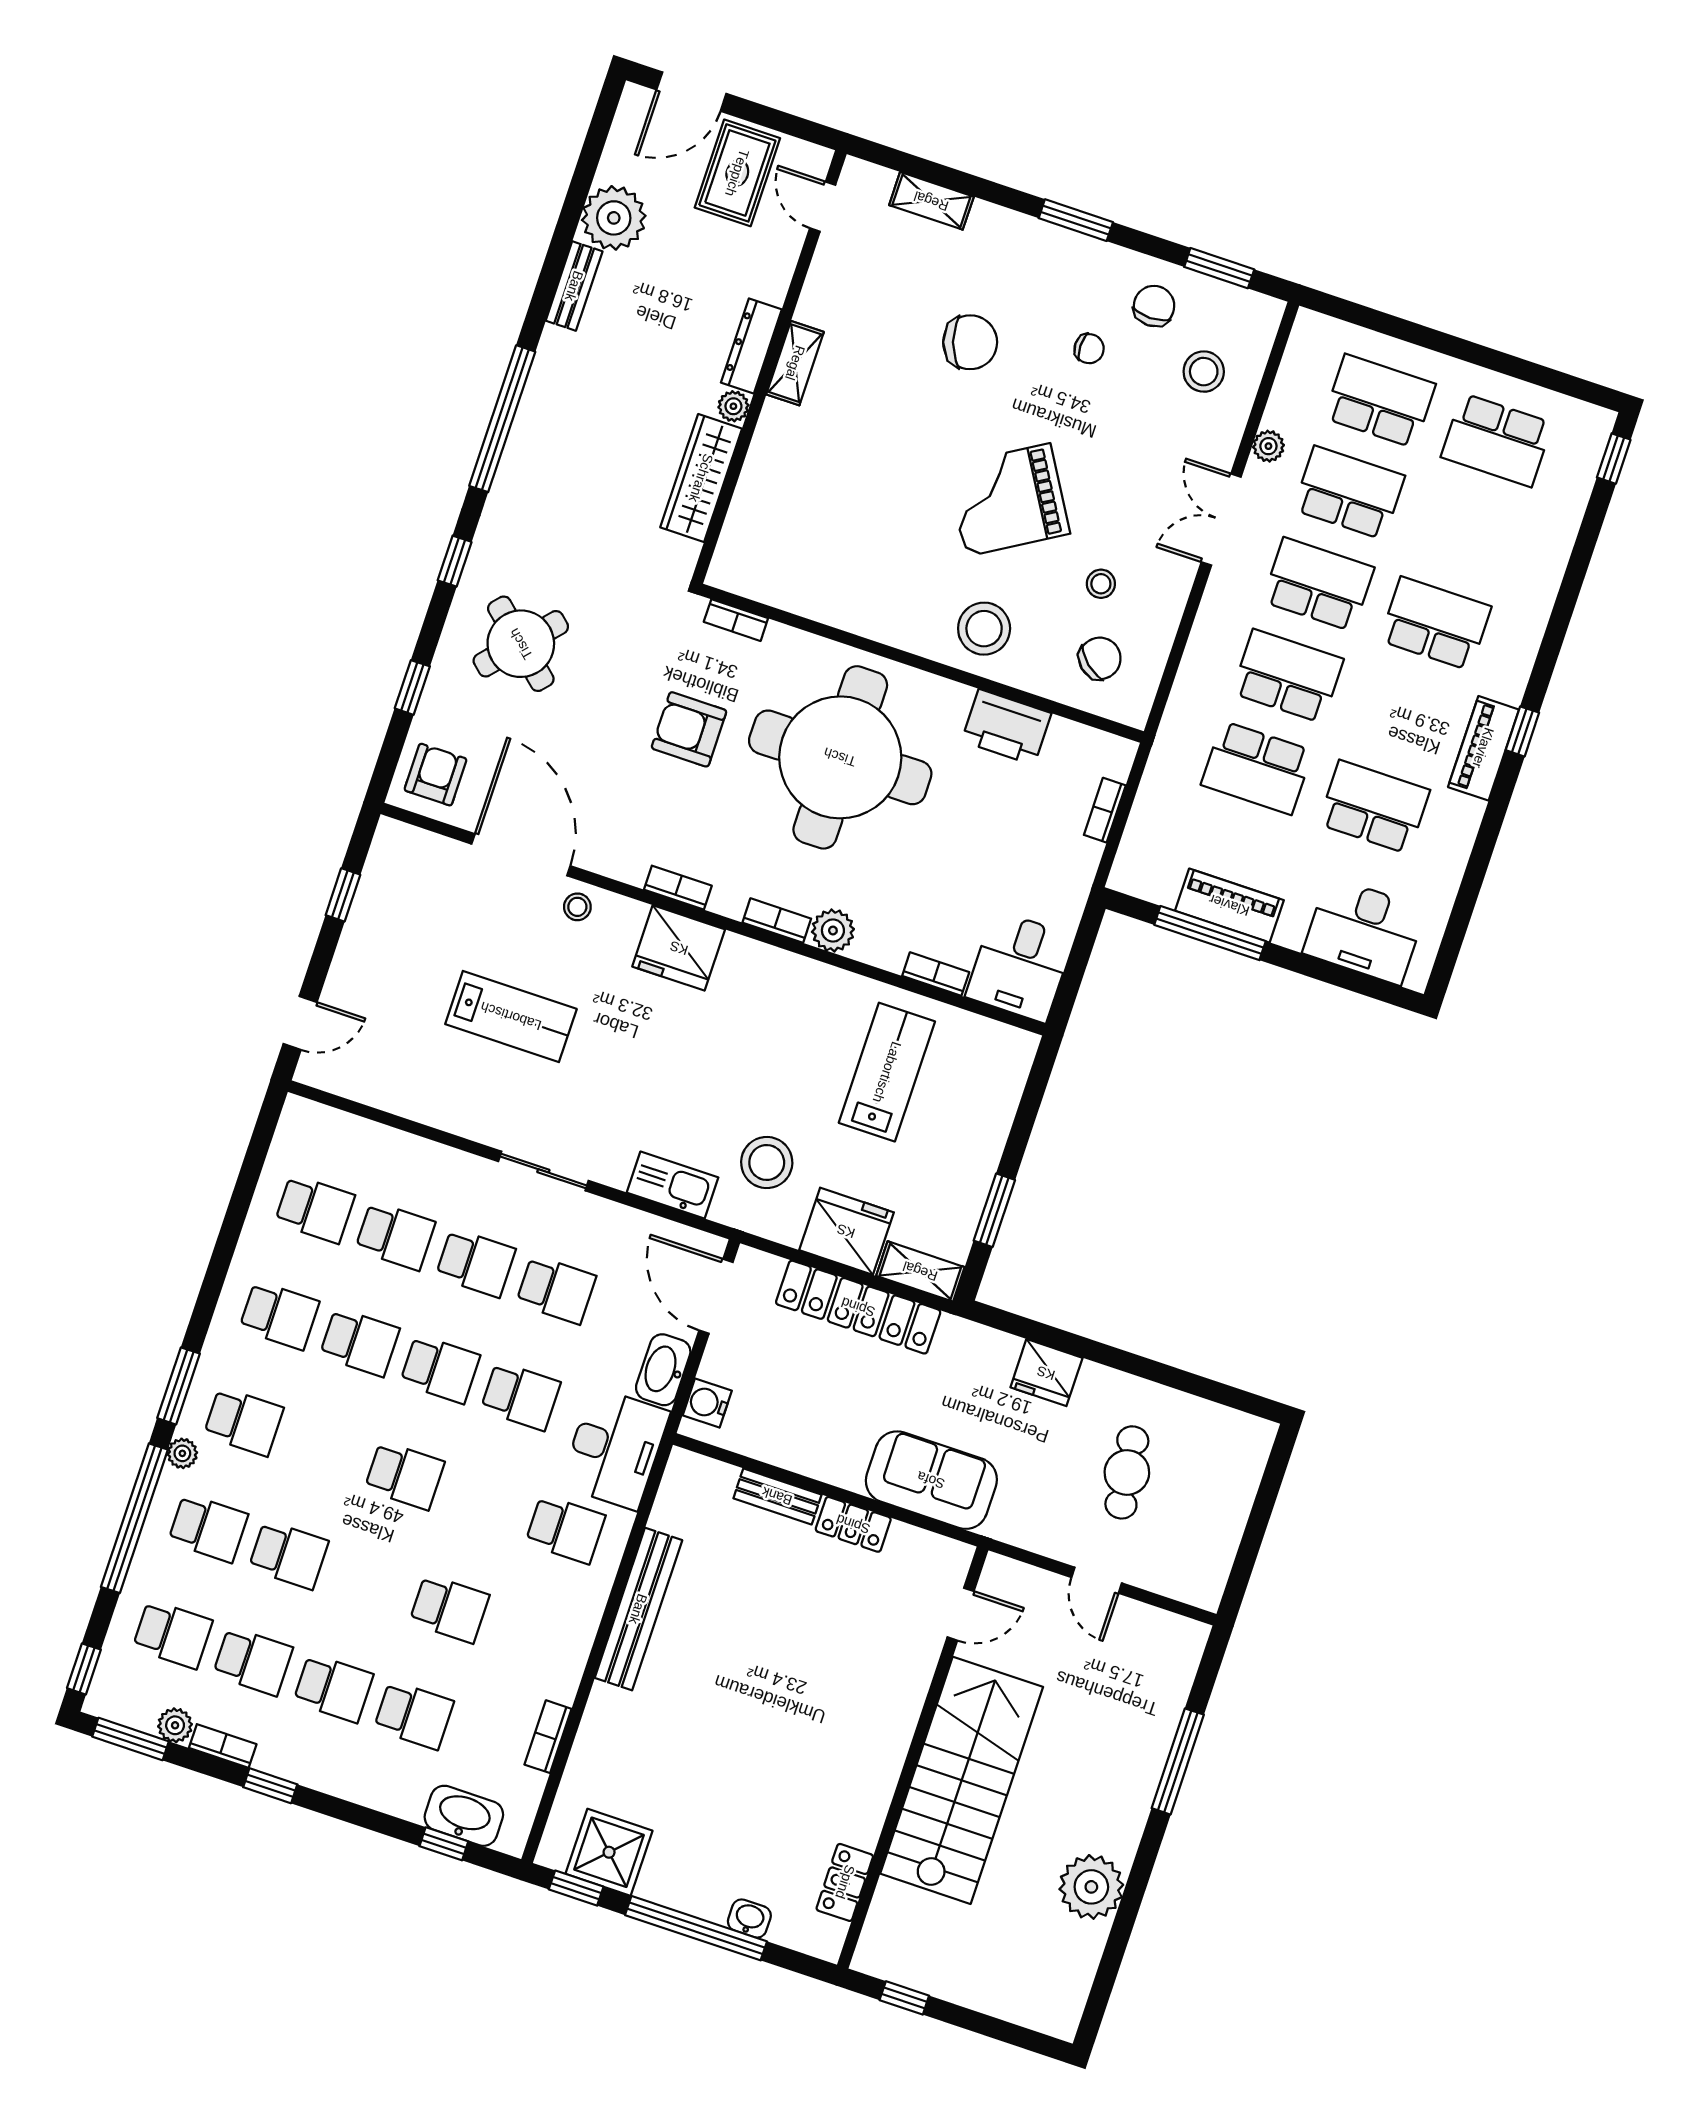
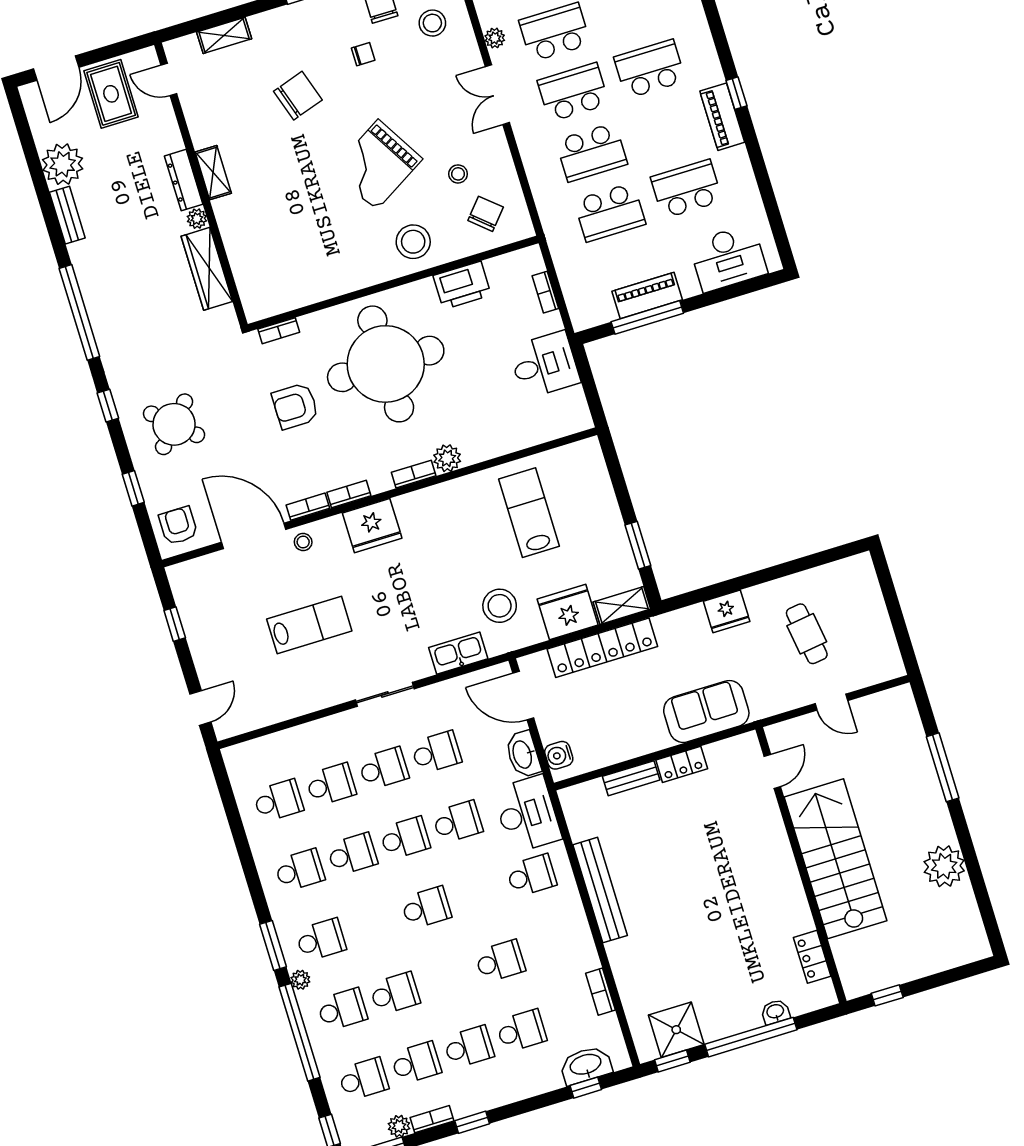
school desk: (1288, 676) -> (591, 152), turned 180
desk: (1020, 966) -> (544, 365), moved, turned -90
bookcase: (936, 974) -> (308, 507), moved

